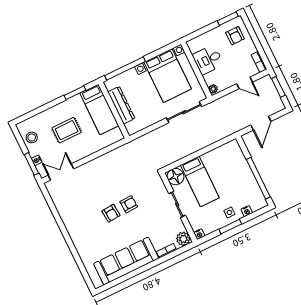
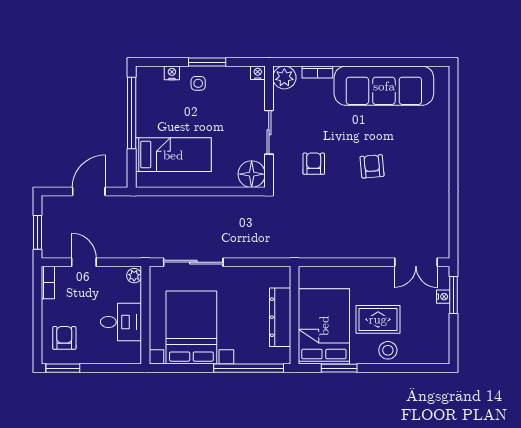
bed: (99, 109) -> (324, 326), width x1.50
stool: (32, 137) -> (388, 350), moved
bed: (200, 181) -> (173, 155), moved, turned 90
armchair: (129, 204) -> (314, 164), moved, turned 93

